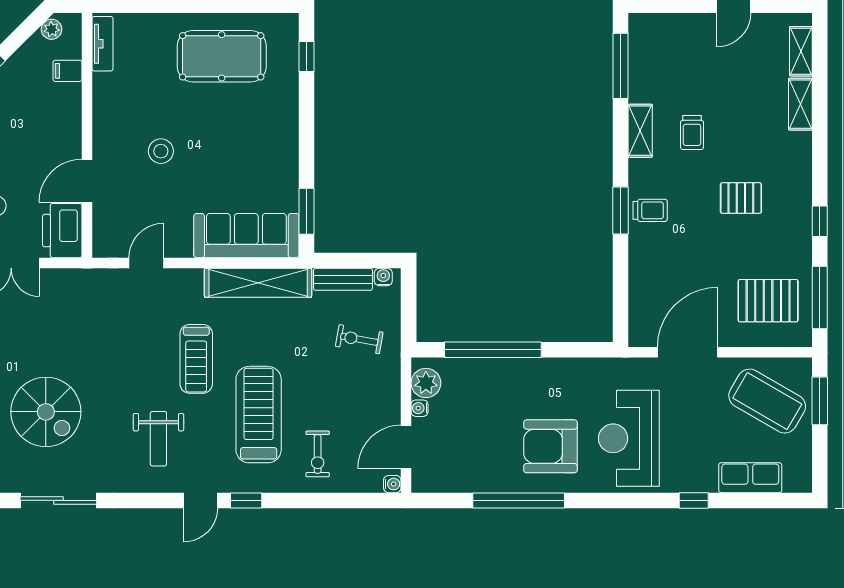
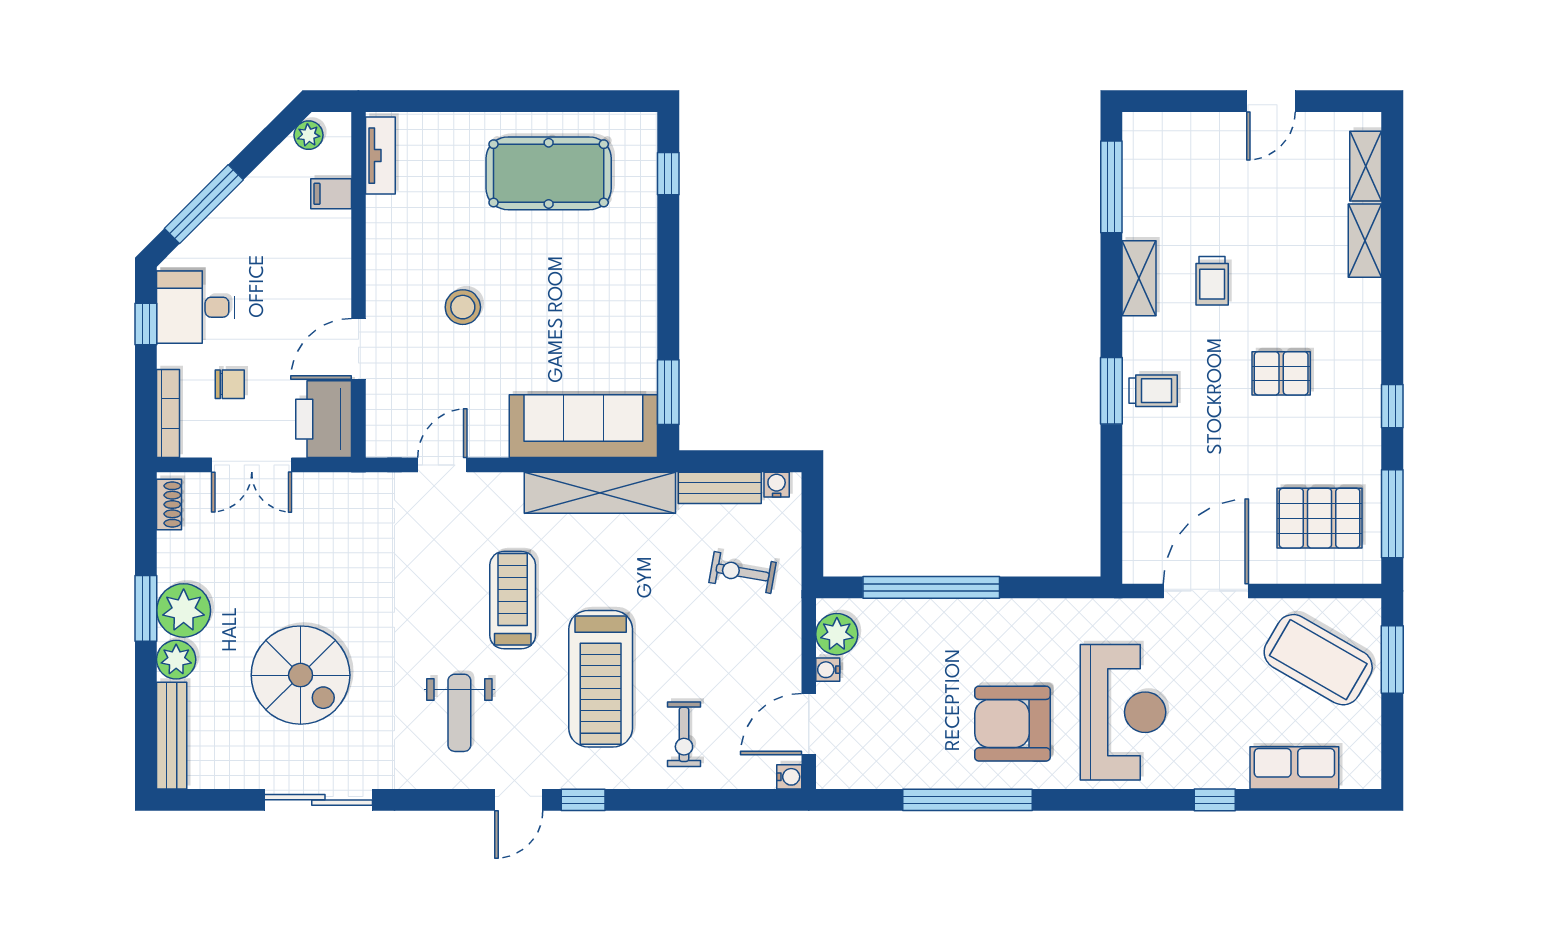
treadmill: (196, 359) -> (513, 600), turned 180
treadmill: (259, 415) -> (601, 679), turned 180
reception desk: (629, 438) -> (1123, 712), turned 180

